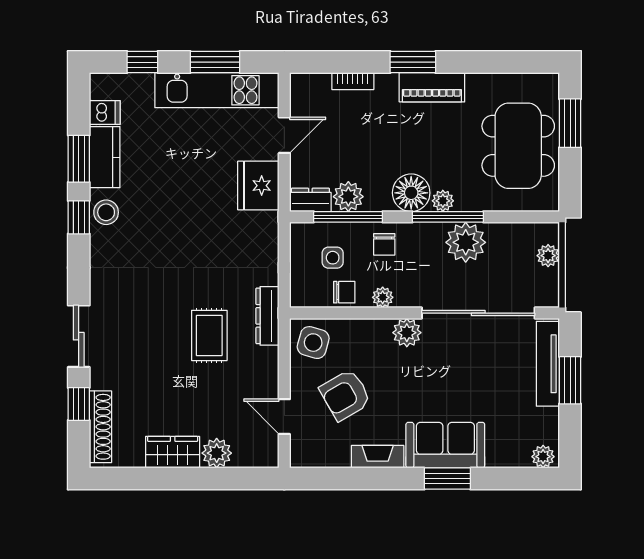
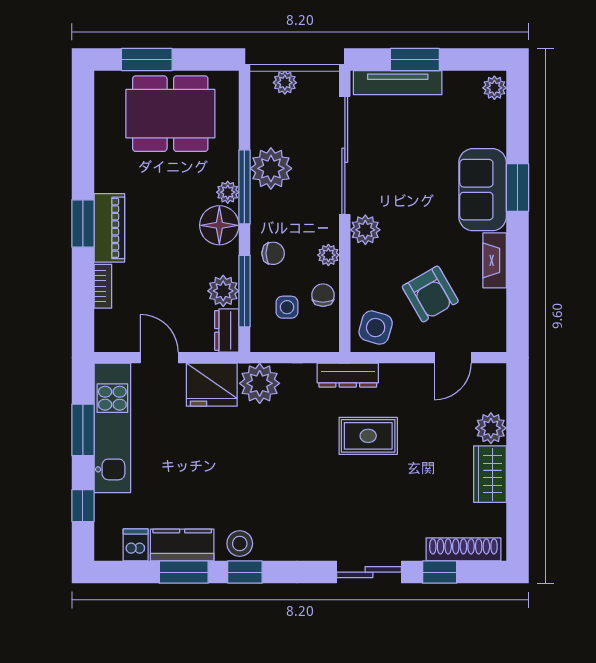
piano: (432, 87) -> (109, 228), moved
plant: (260, 231) -> (260, 383), added

